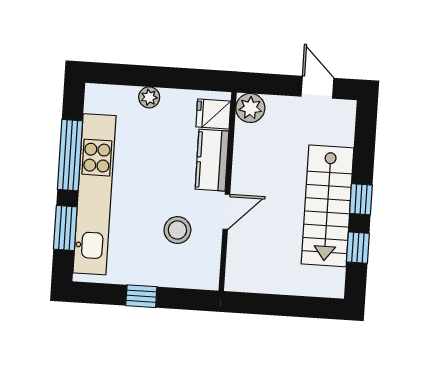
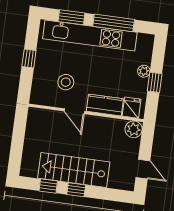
window: (167, 78) -> (155, 82), added
door: (317, 87) -> (143, 169), hinge flipped

